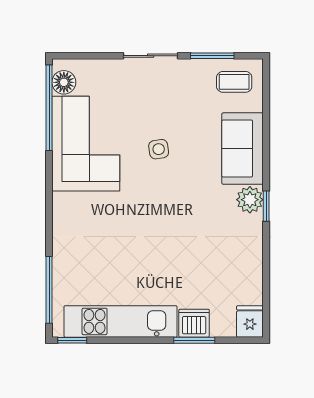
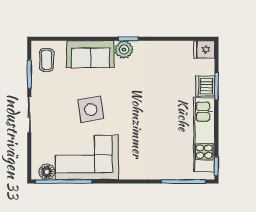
side table: (159, 149) -> (91, 109), width x1.87, depth x1.87

